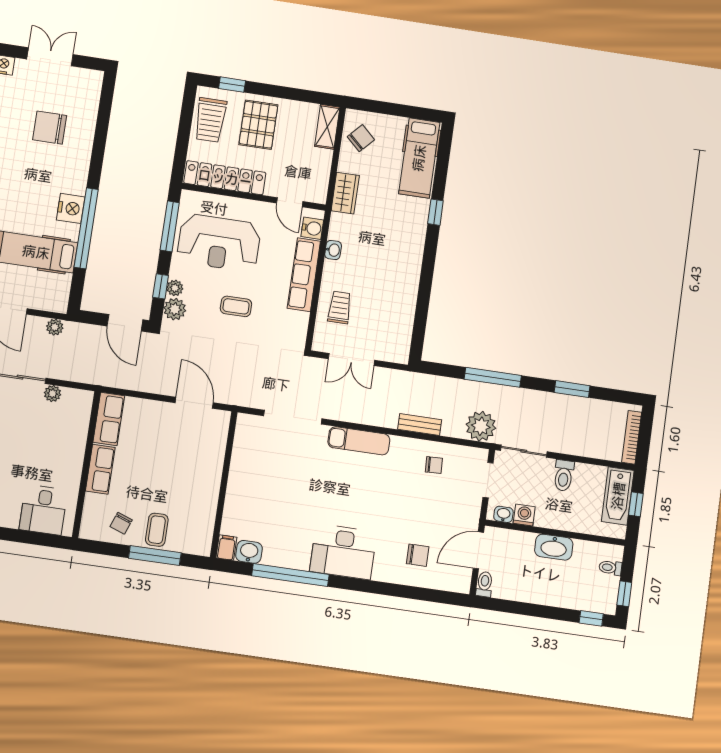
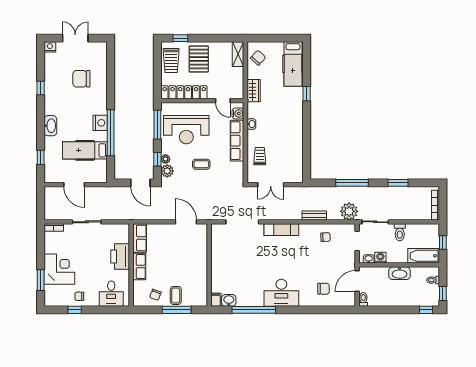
plant: (55, 327) -> (102, 191), removed
plant: (52, 394) -> (106, 228), removed
printer: (69, 447) -> (120, 257), added
bathtub: (618, 496) -> (424, 256), moved, turned 90

